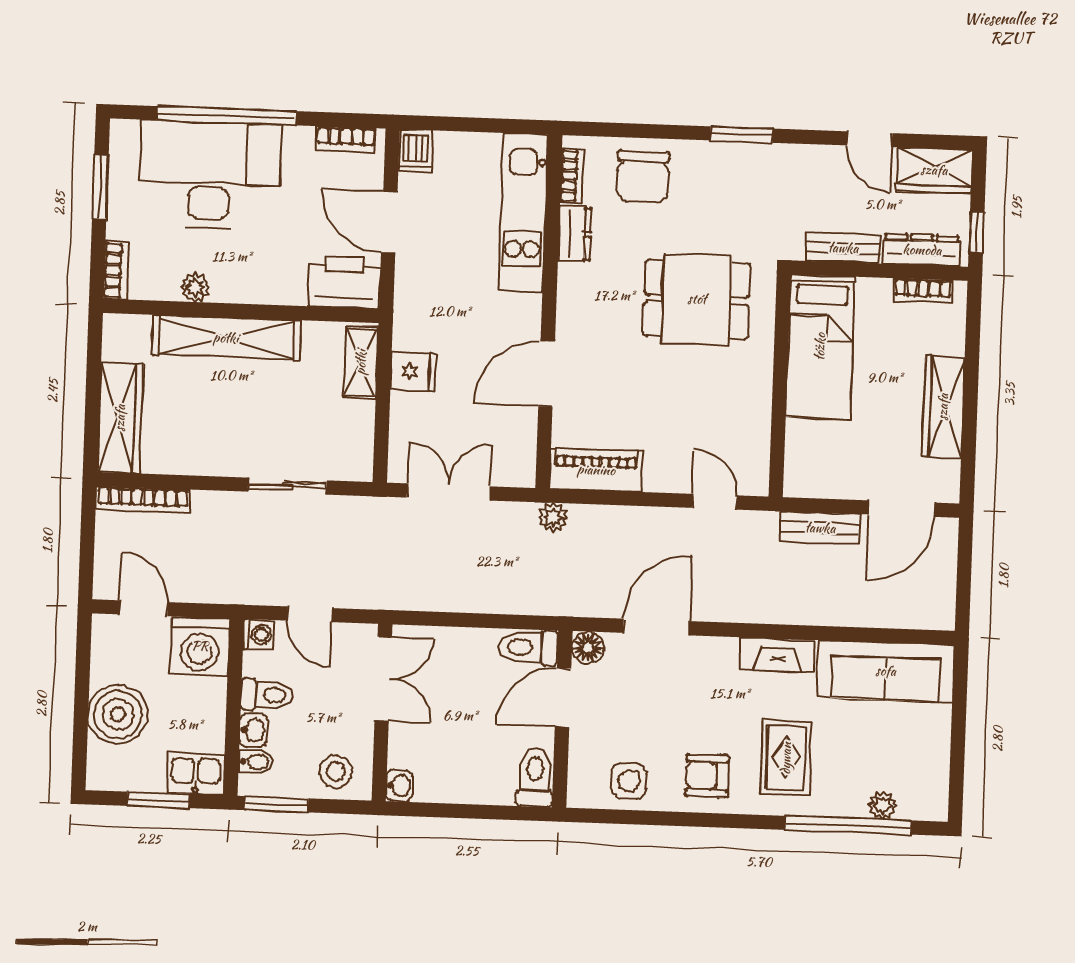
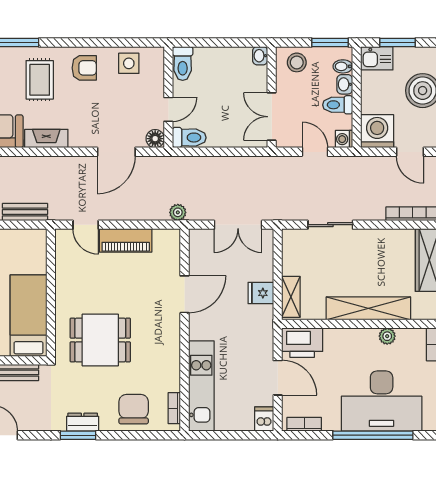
dresser: (575, 234) -> (83, 422), moved, turned 90
piano: (596, 470) -> (126, 240), moved
door: (563, 698) -> (168, 109), width x0.73

